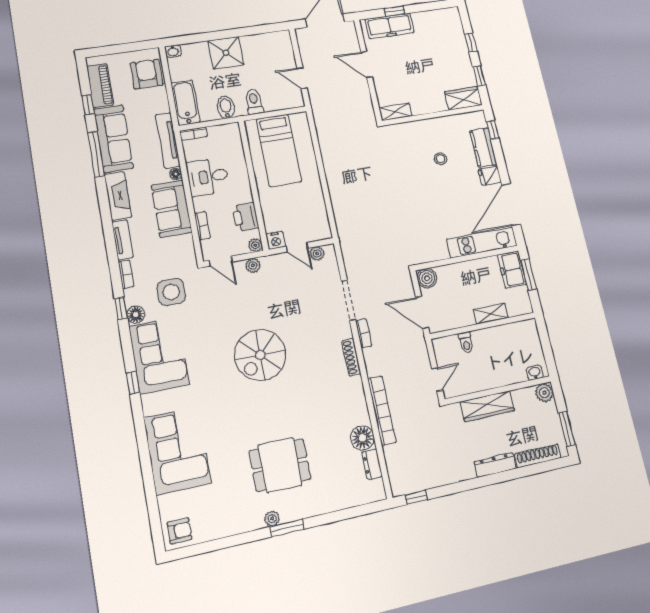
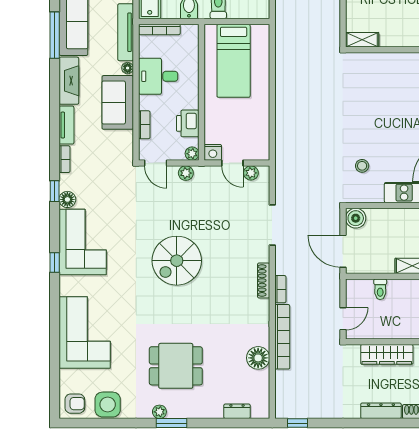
bookcase: (193, 134) -> (159, 29), width x1.56
stool: (441, 159) -> (362, 166), moved
side table: (171, 292) -> (108, 405), moved
bookcase: (364, 333) -> (280, 289), moved
dresser: (372, 464) -> (237, 411), moved, turned 90

